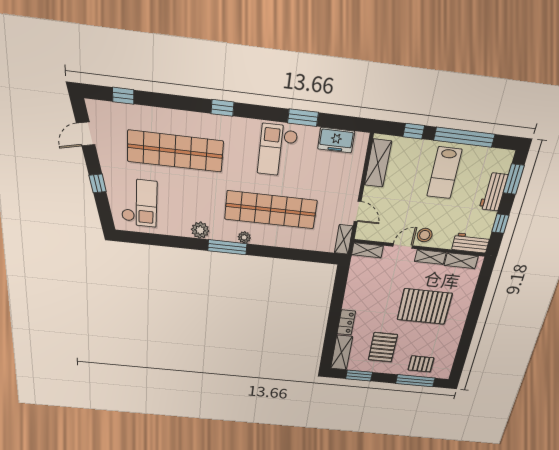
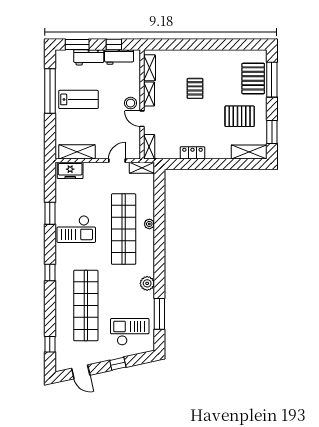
window: (414, 131) -> (50, 130), removed
freezer: (336, 140) -> (70, 170), moved, turned 90
plant: (244, 237) -> (149, 224), moved
workbench: (471, 243) -> (119, 57), moved, turned -90
window: (227, 247) -> (159, 314), moved
pallet: (425, 306) -> (195, 88), width x0.49, depth x0.50
locker: (346, 322) -> (192, 153), moved
pallet: (421, 364) -> (253, 78), width x1.50, depth x1.42

